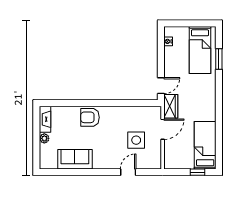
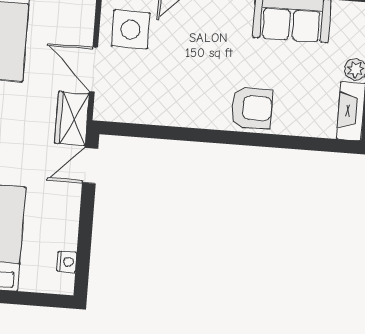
door: (163, 129) -> (94, 69), hinge flipped
side table: (136, 140) -> (131, 29), moved

